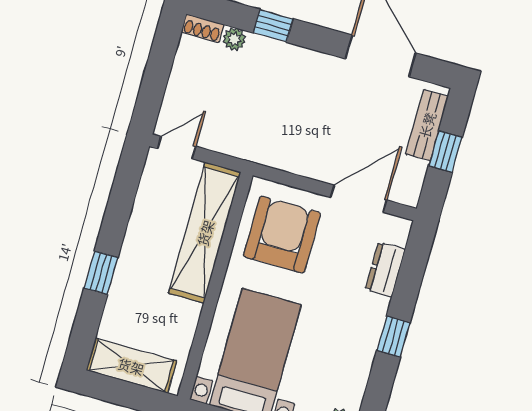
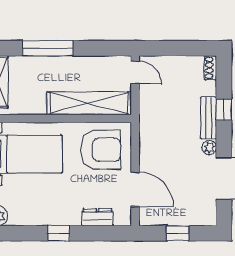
plant: (234, 39) -> (209, 147), moved
bench: (427, 125) -> (209, 118), moved, turned 90
window: (101, 273) -> (48, 48), width x2.17

